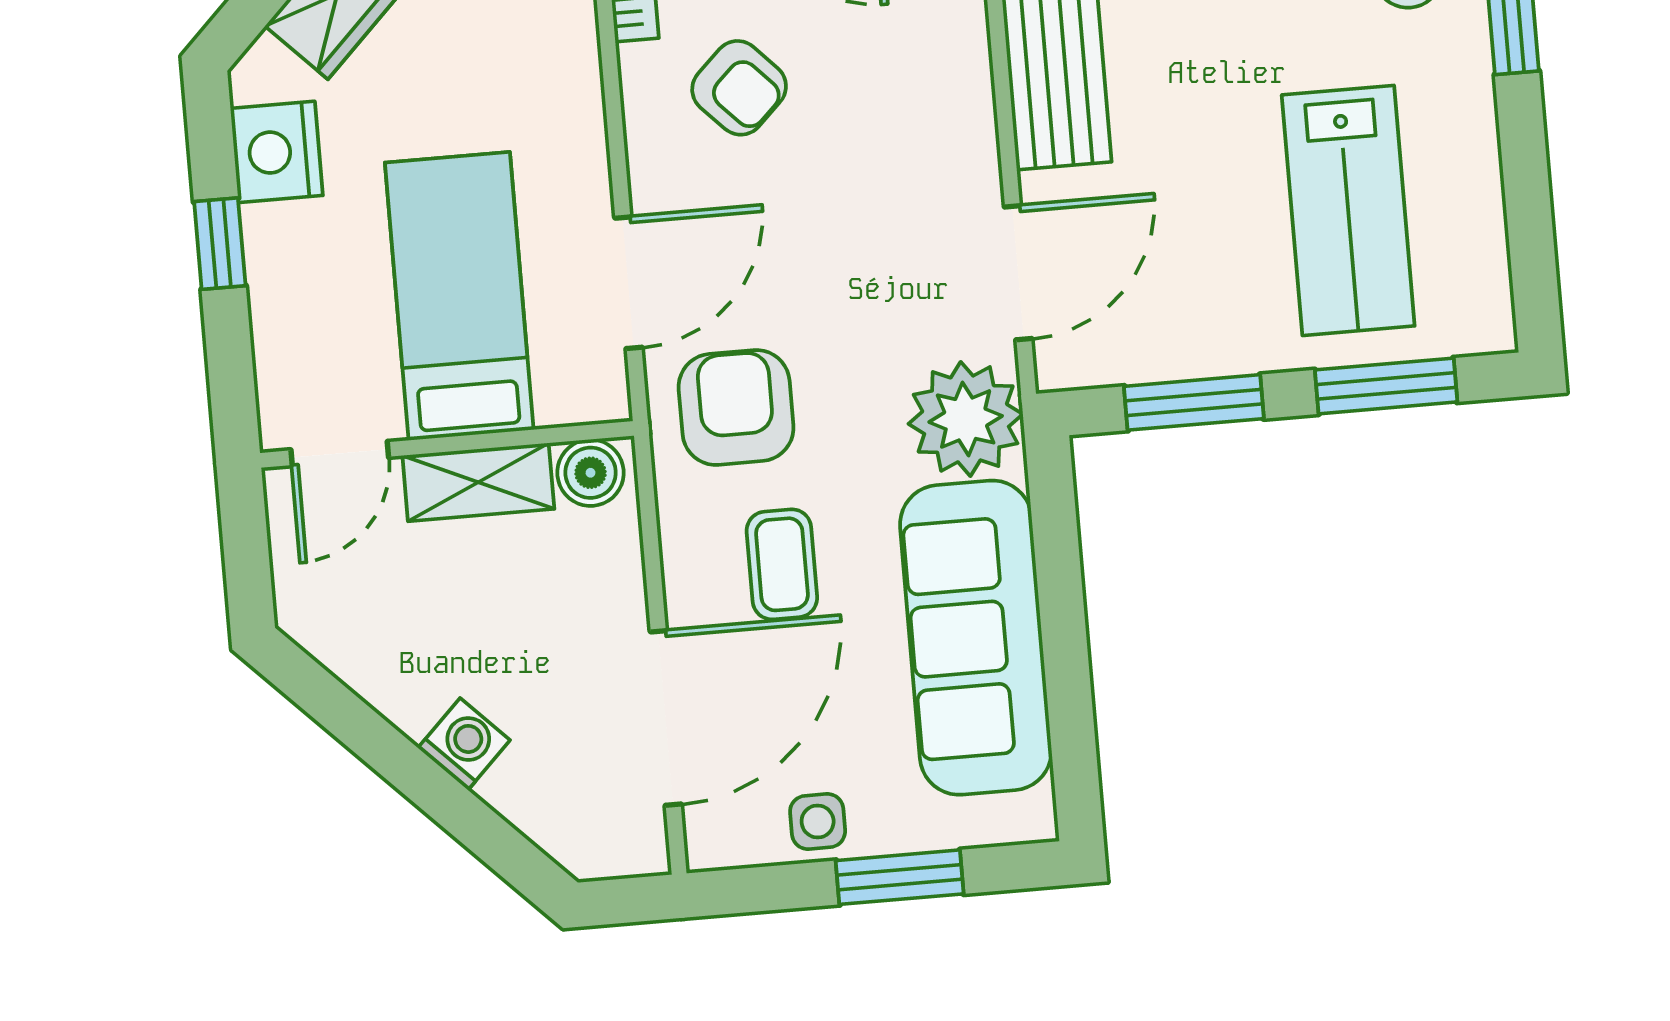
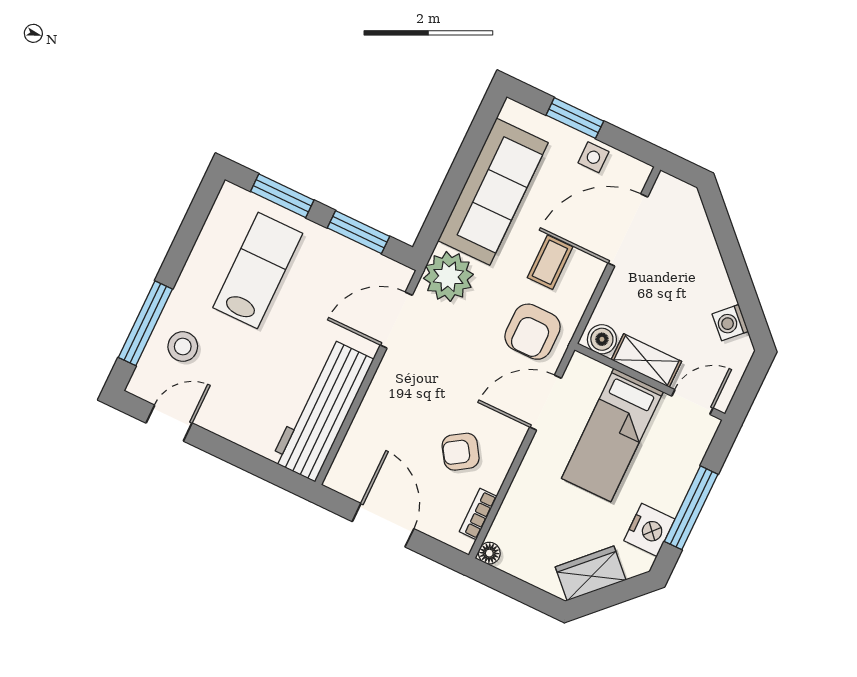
armchair: (739, 88) -> (461, 452), turned -79
window: (220, 244) -> (691, 508), width x2.17
washing machine: (464, 744) -> (730, 323), moved

